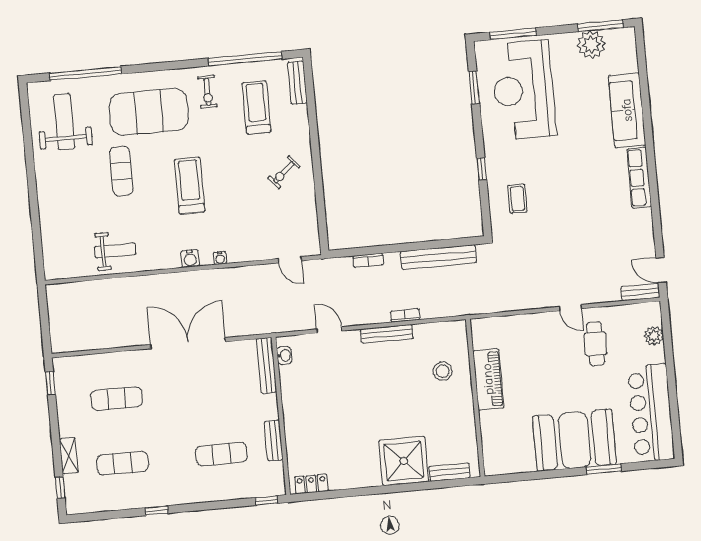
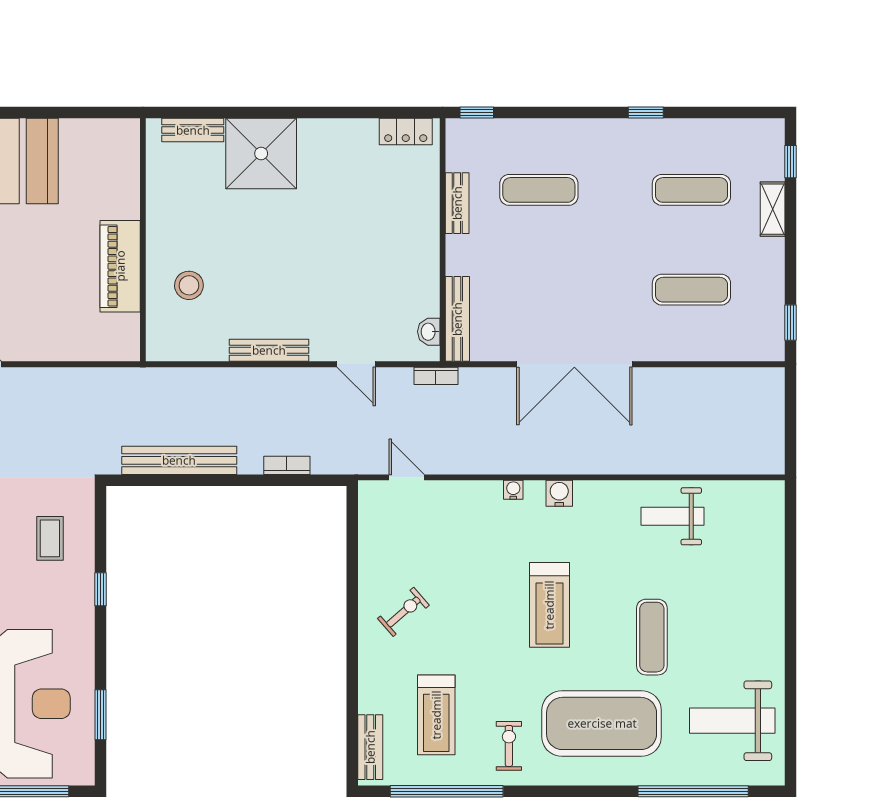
weight bench: (64, 122) -> (732, 721), turned 90
bookcase: (405, 315) -> (436, 376), moved

